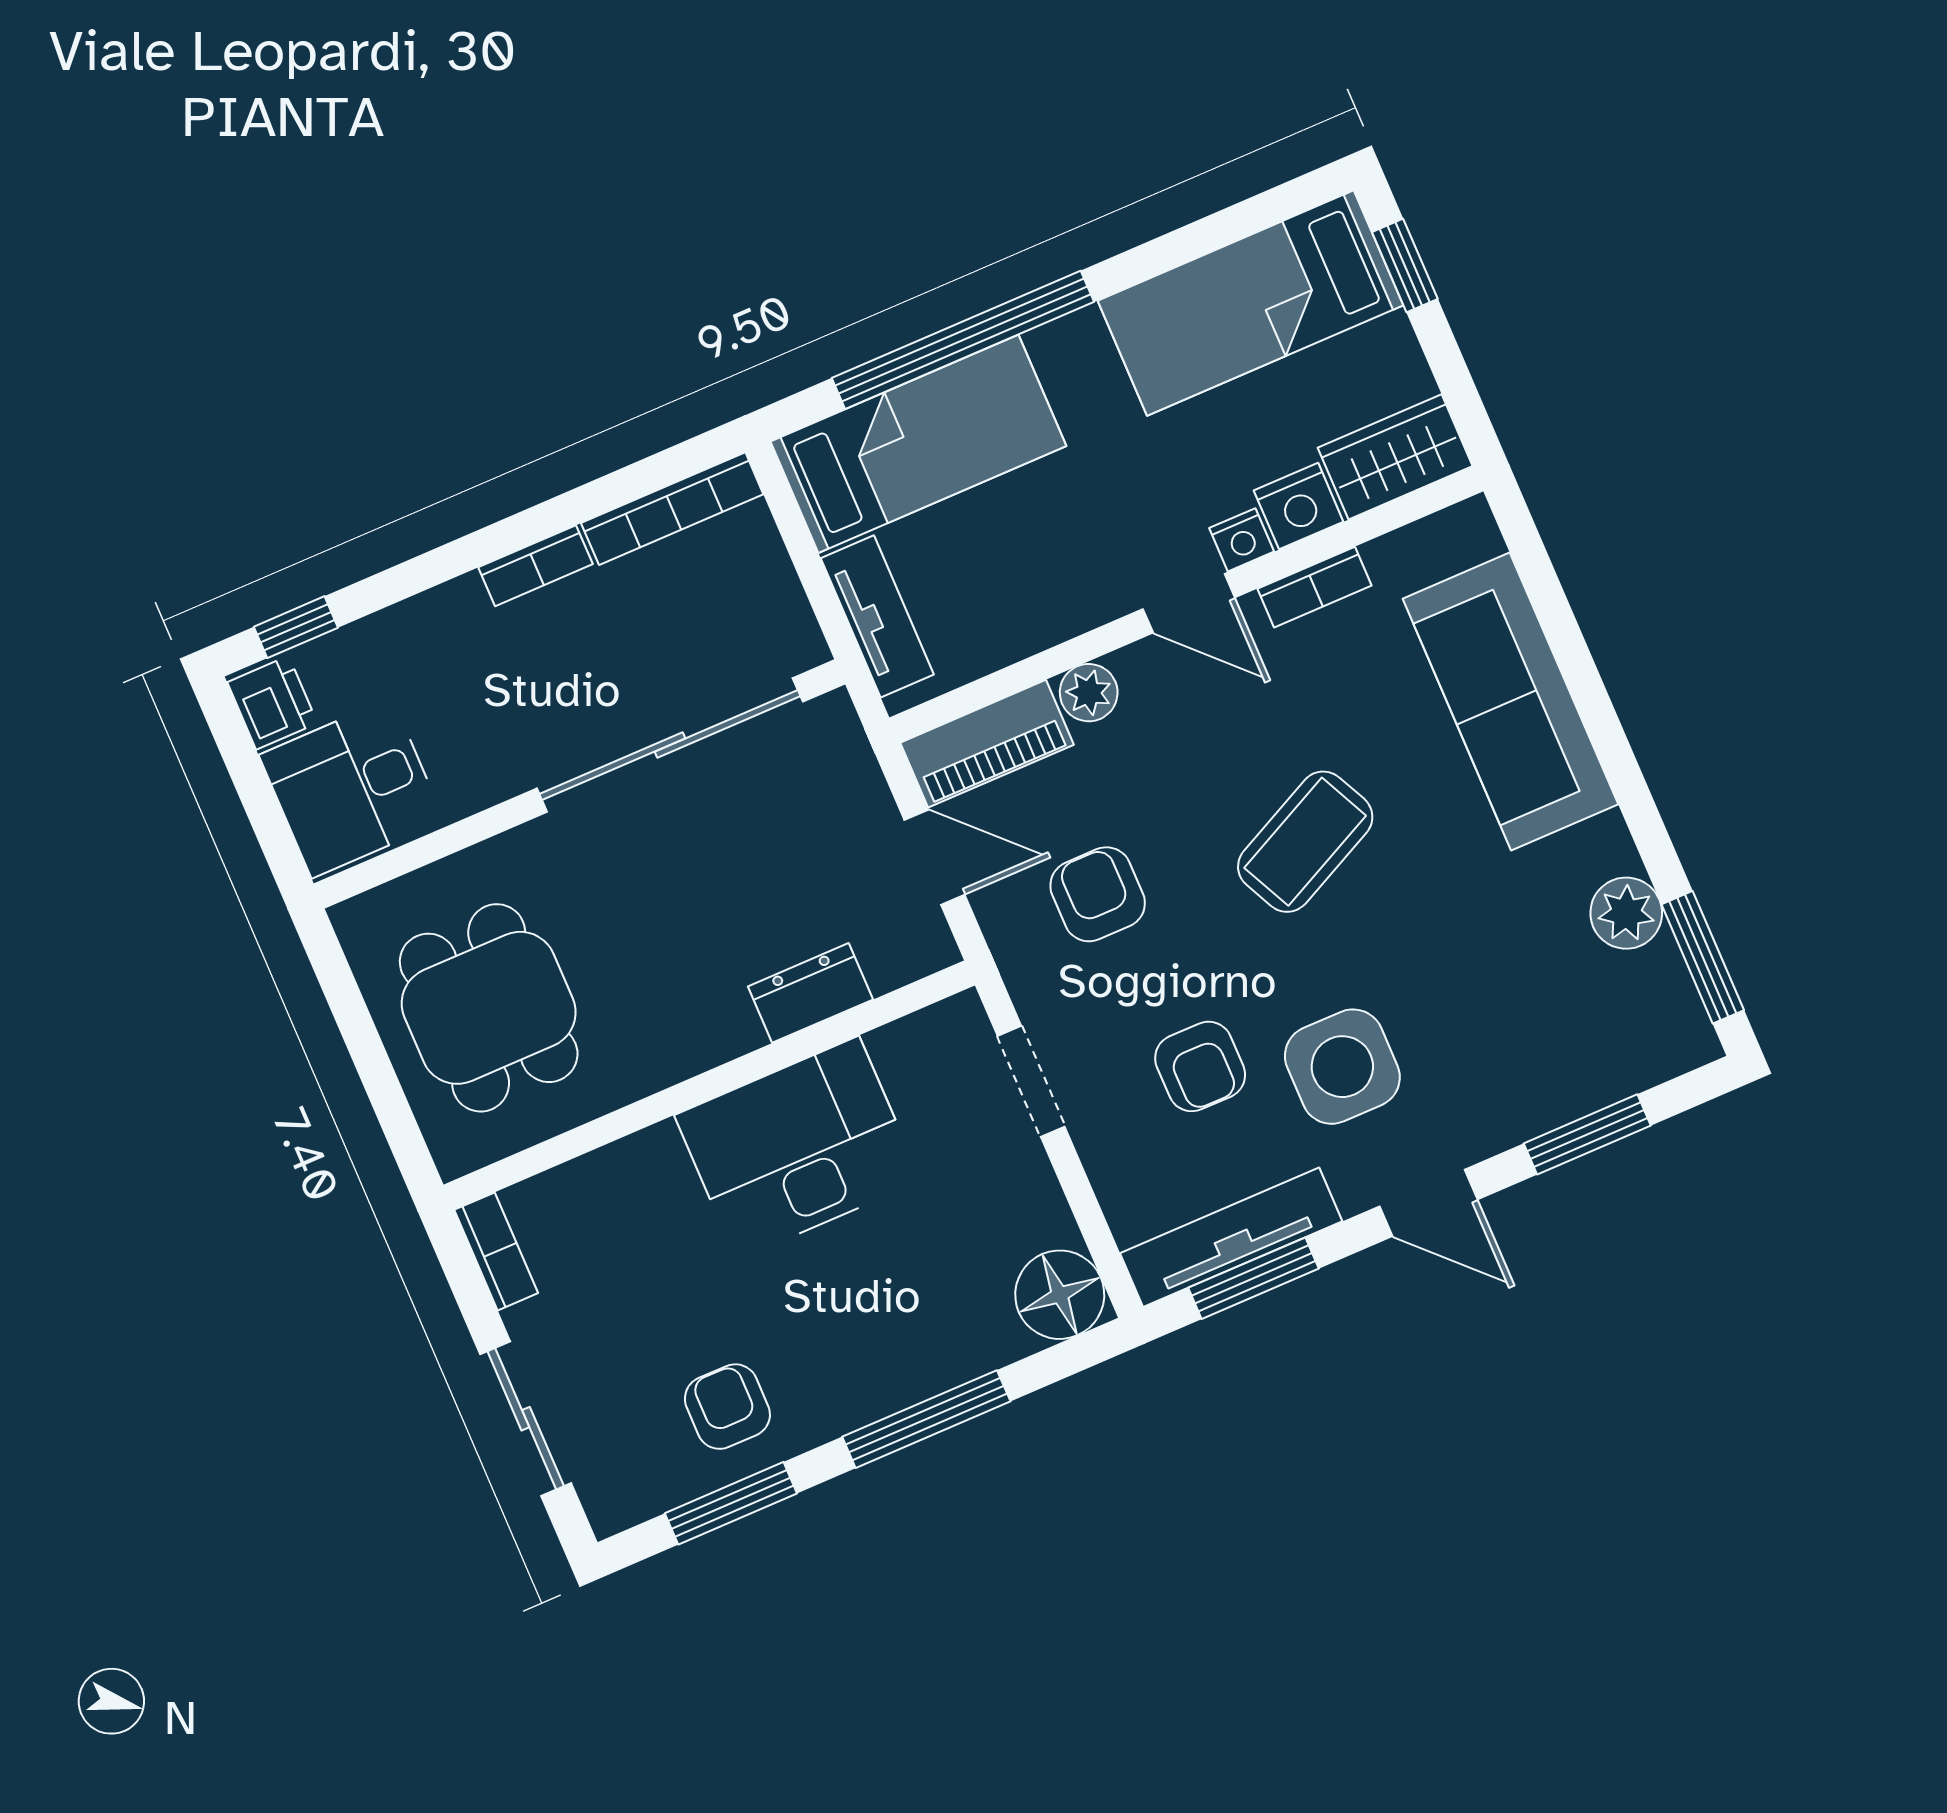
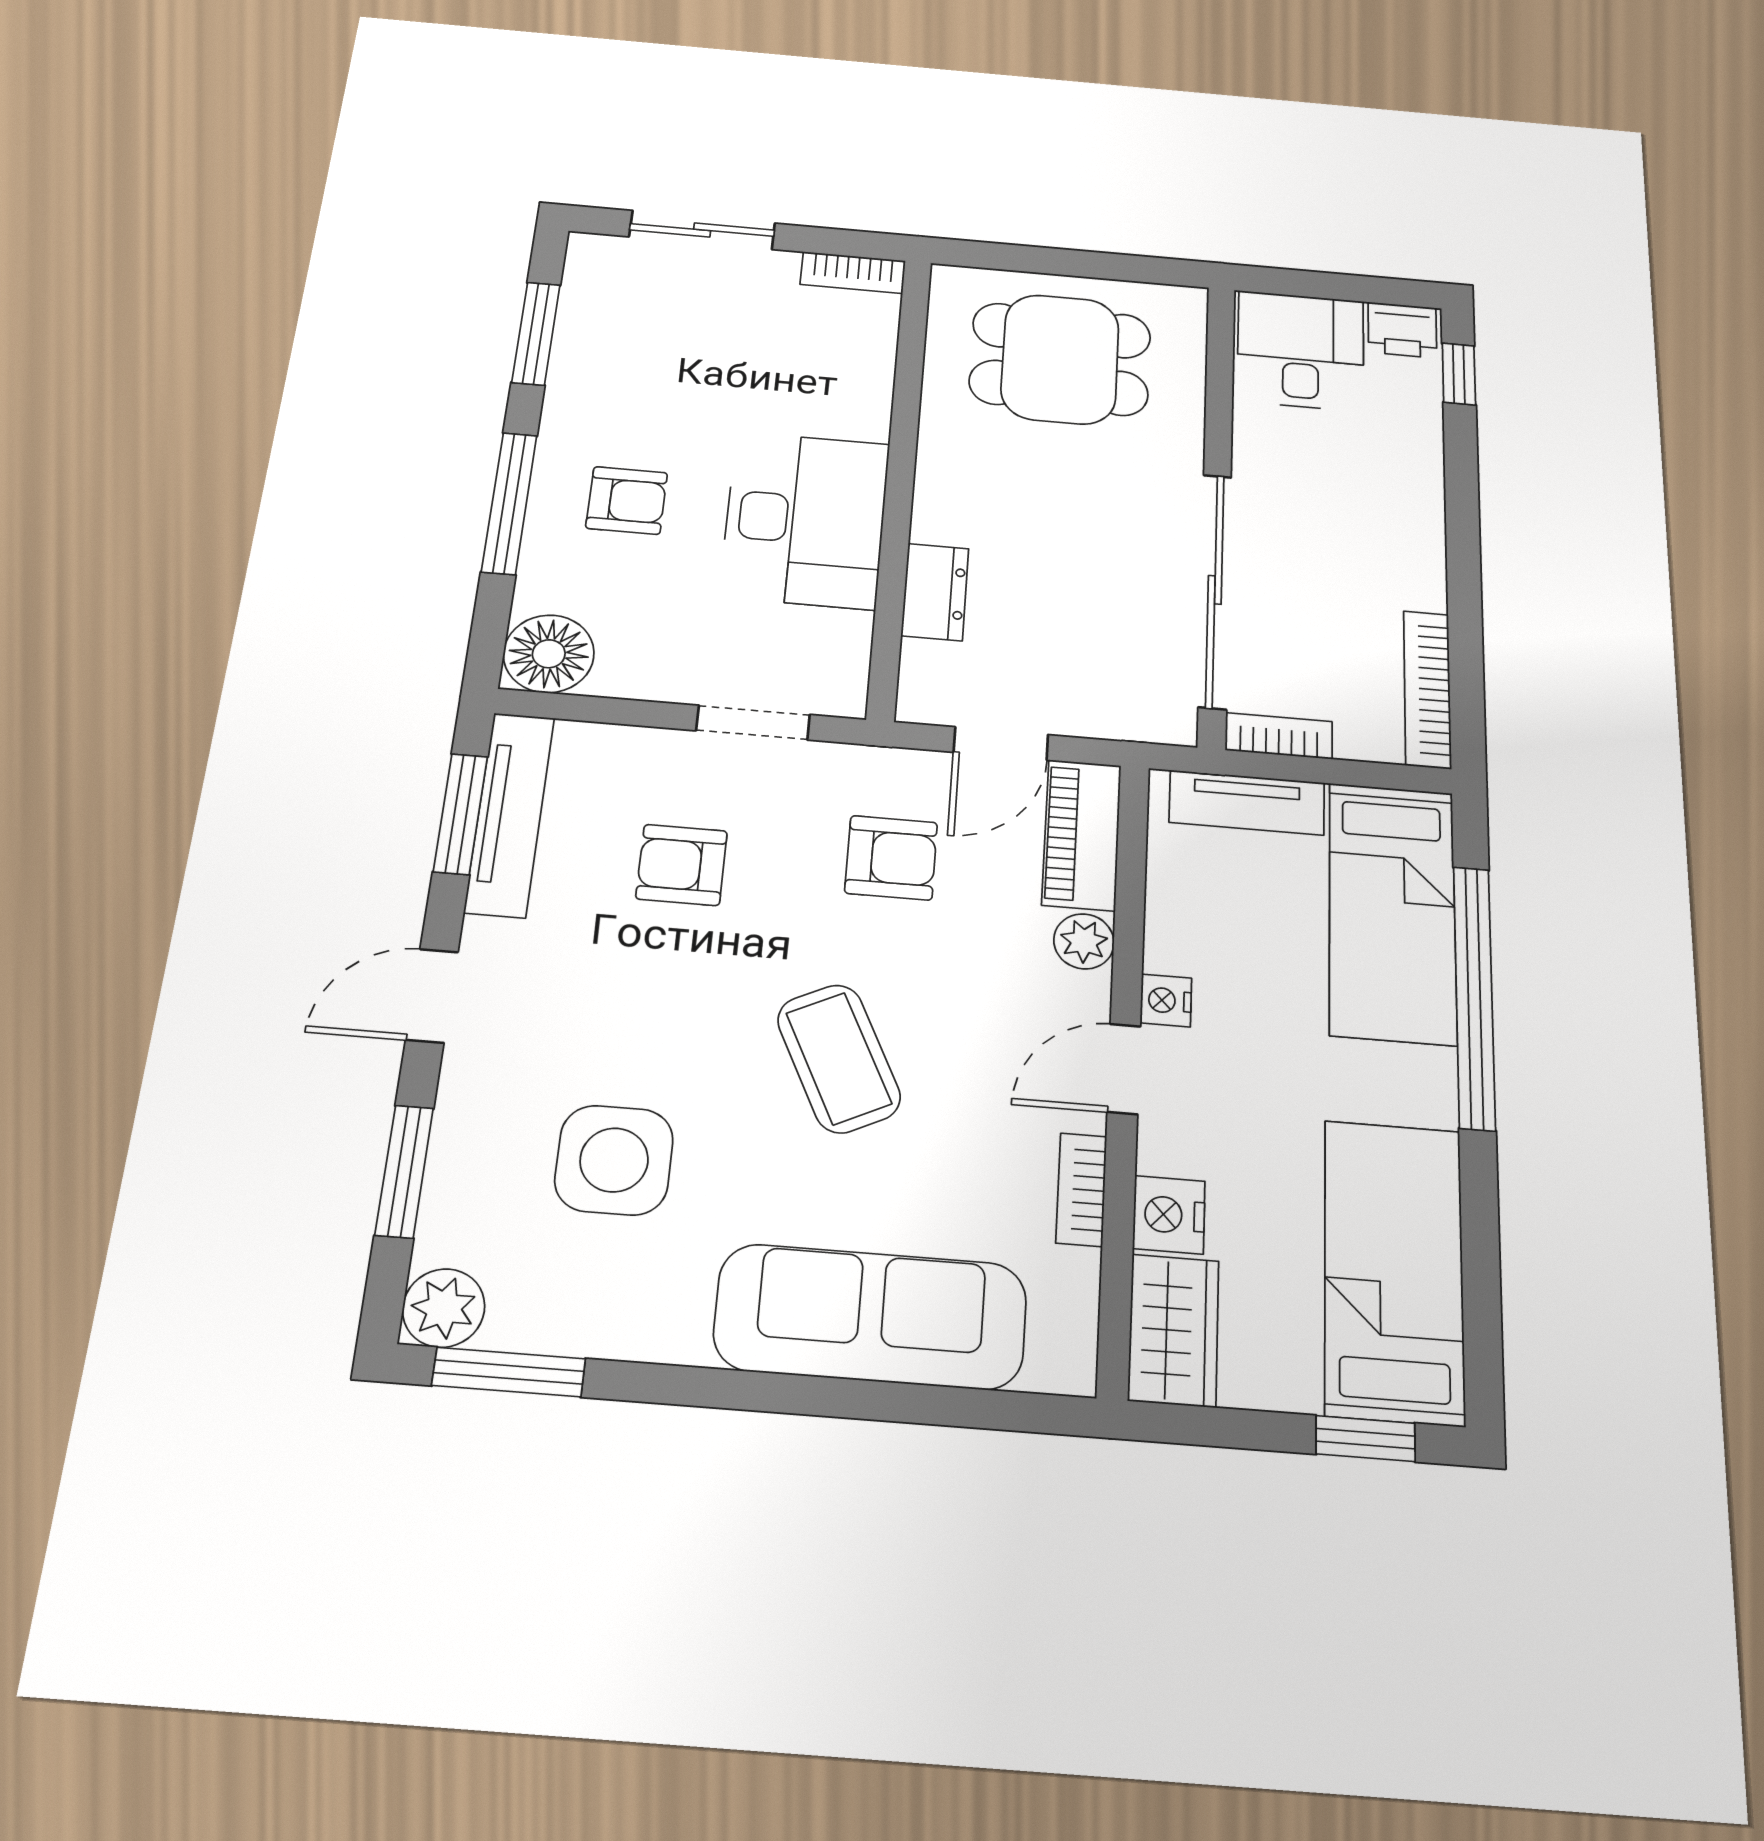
nightstand: (1242, 540) -> (1166, 1000), moved
bookcase: (536, 566) -> (1279, 736), moved, turned 90
plant: (1626, 913) -> (444, 1308), moved
side table: (1342, 1067) -> (614, 1160), moved
armchair: (727, 1407) -> (627, 500), moved

